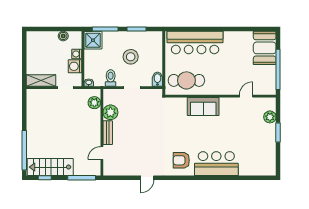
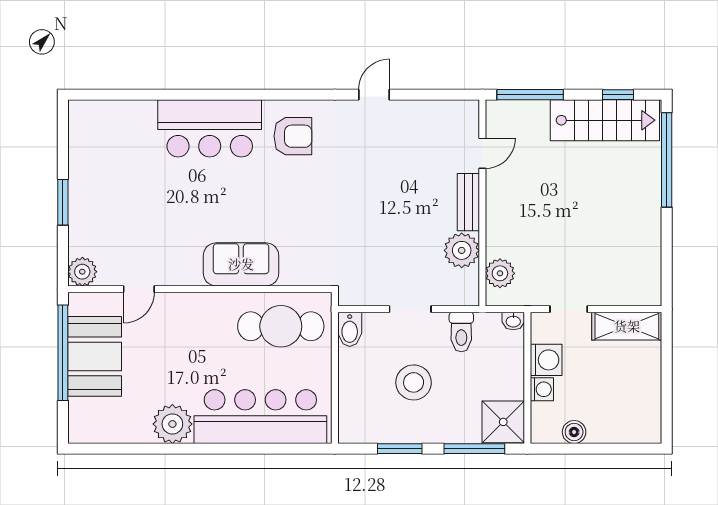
plant: (232, 39) -> (172, 424), added
booth: (265, 48) -> (95, 356), moved
plant: (270, 117) -> (82, 272), moved

